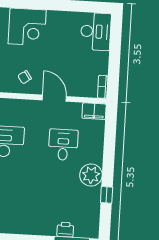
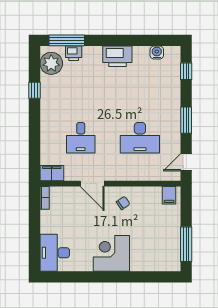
corner desk: (27, 27) -> (111, 253), moved
plant: (91, 175) -> (51, 63), moved
printer: (22, 224) -> (117, 56), added

